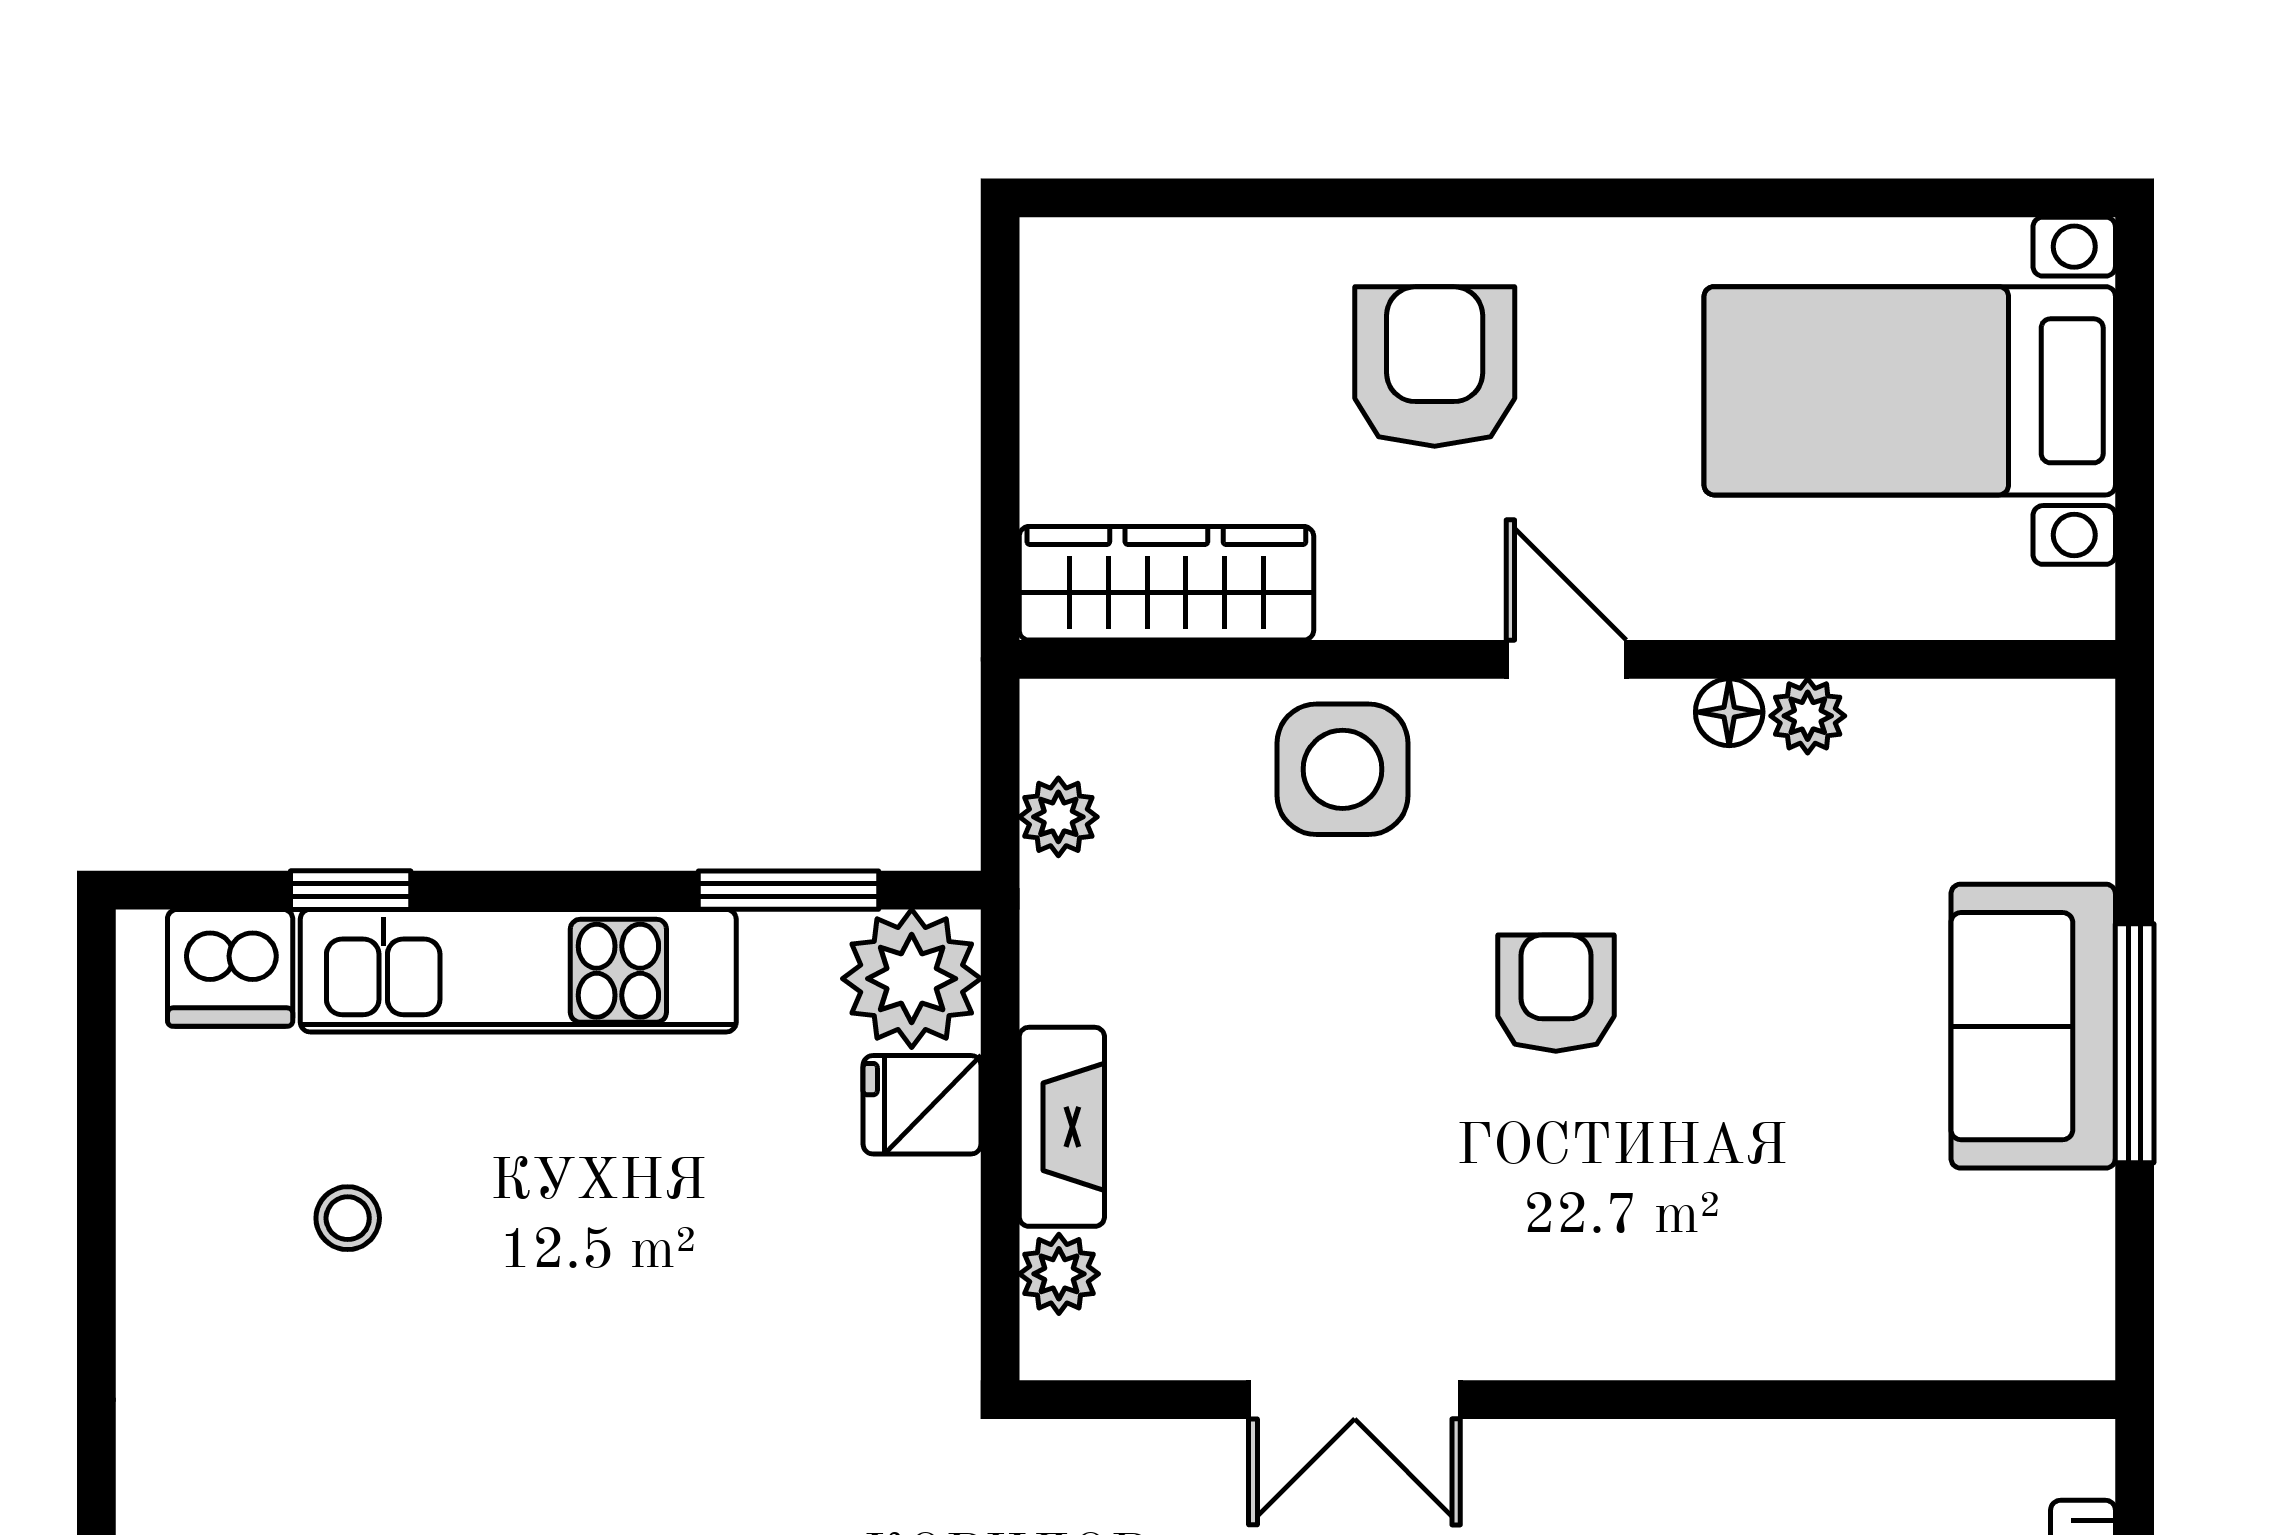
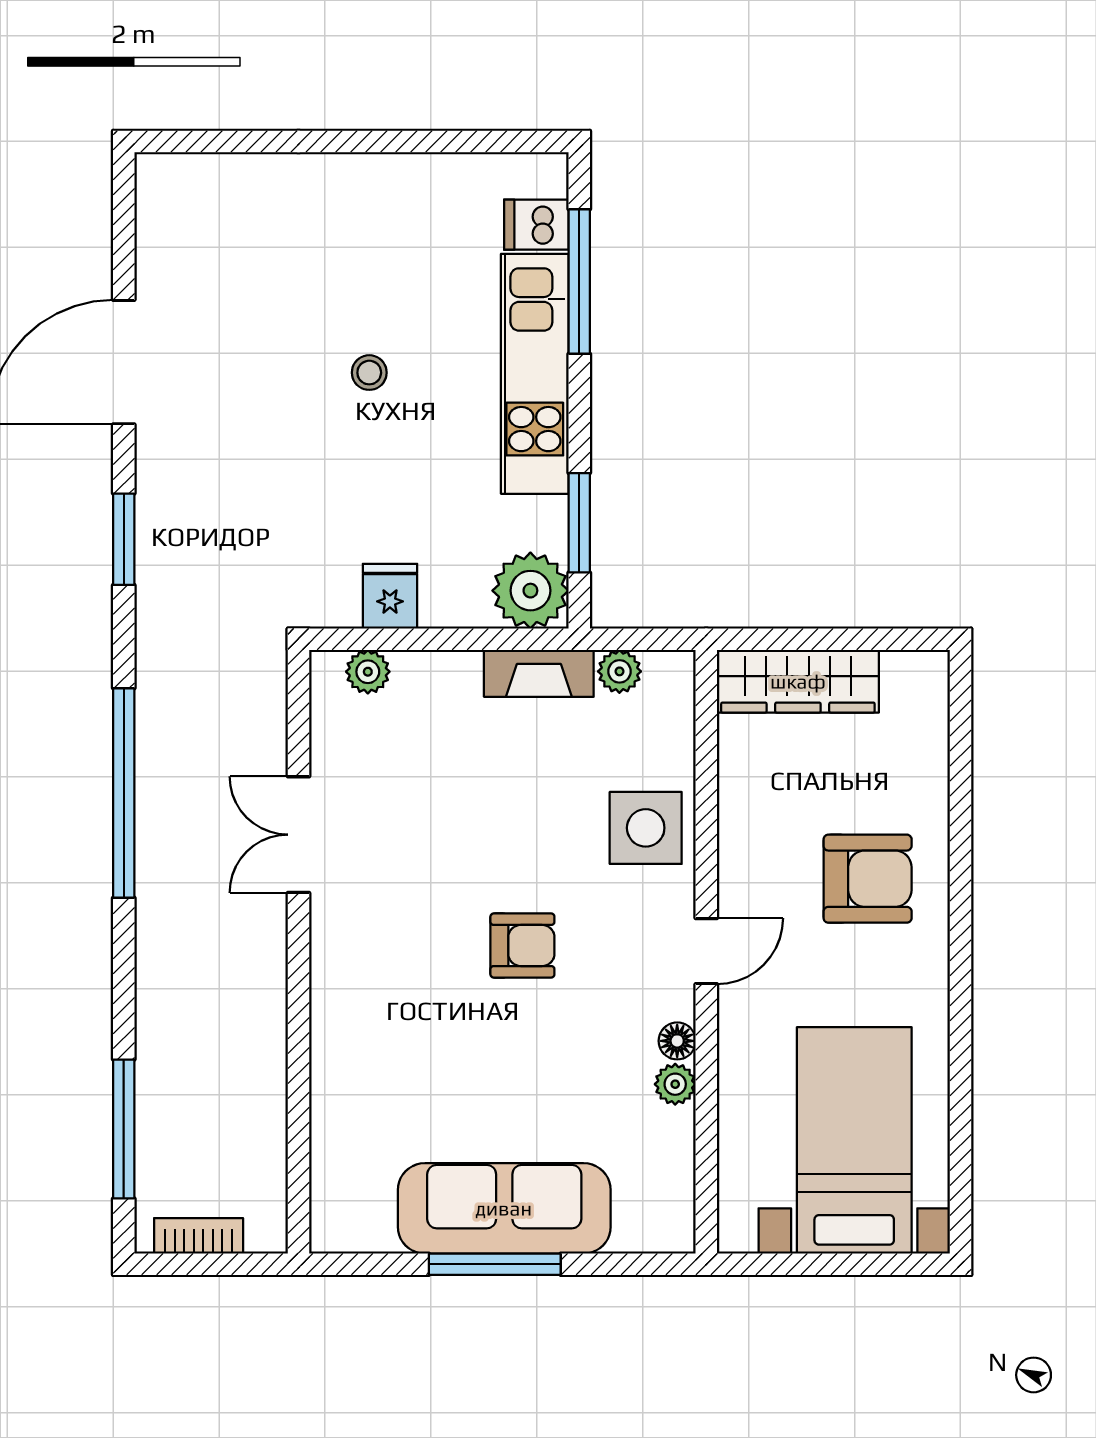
wardrobe: (1166, 583) -> (798, 681), moved, turned 90
window: (351, 890) -> (579, 282), width x2.17
dishwasher: (230, 968) -> (536, 225), width x0.73
sofa: (2033, 1026) -> (504, 1208), width x1.36
fridge: (922, 1105) -> (390, 596), moved
fireplace: (1062, 1127) -> (539, 673), moved
stool: (348, 1218) -> (369, 373), moved

